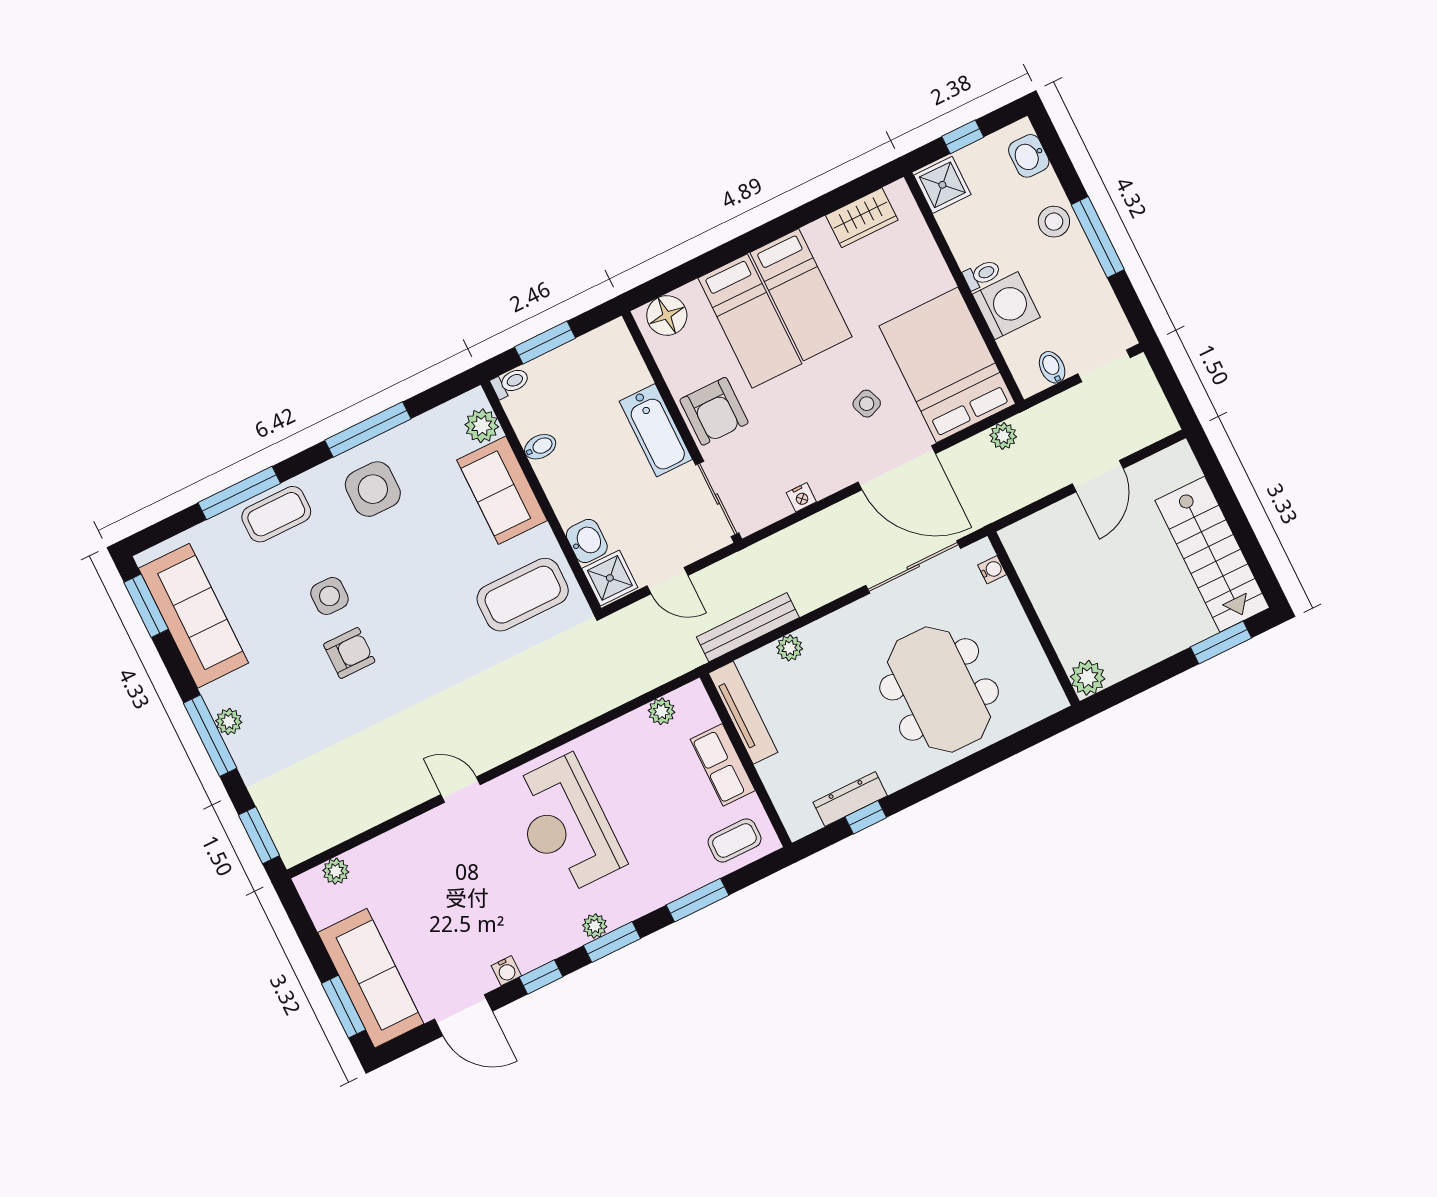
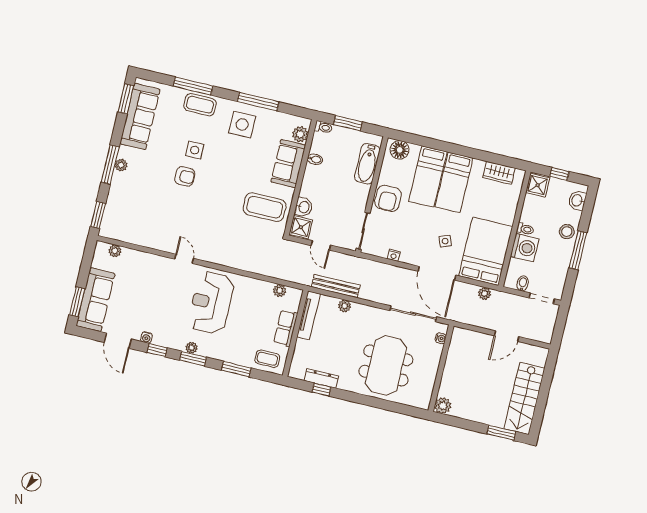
bathtub: (656, 430) -> (367, 164), moved

